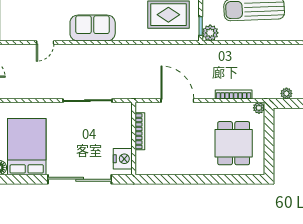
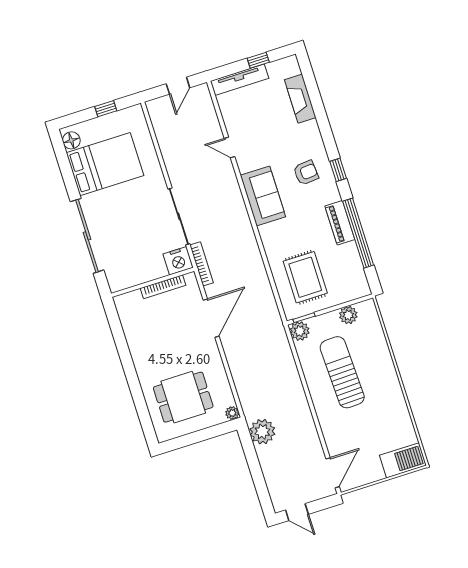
plant: (286, 93) -> (262, 432), width x1.88, depth x1.88
bookcase: (234, 95) -> (202, 264), moved
nightstand: (123, 159) -> (178, 261), moved

